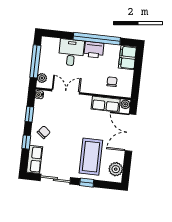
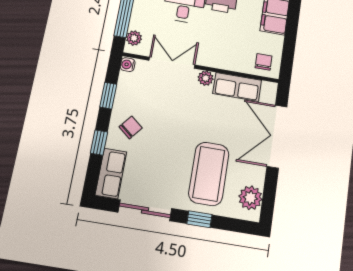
chair: (112, 82) -> (264, 62), moved
plant: (125, 104) -> (206, 78), moved

